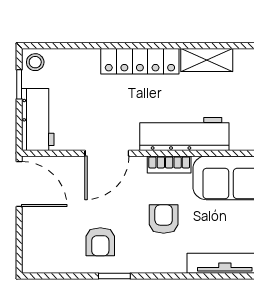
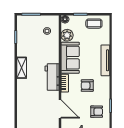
locker: (140, 61) -> (22, 95), removed
workbench: (184, 134) -> (52, 77), width x0.73

